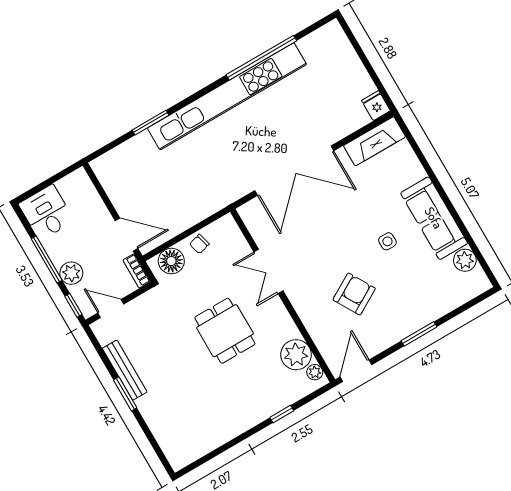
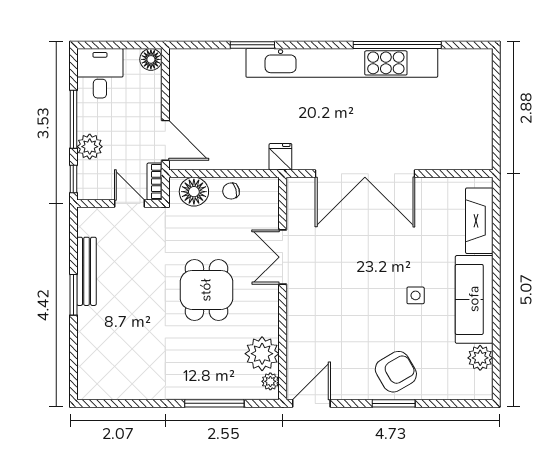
fridge: (376, 106) -> (280, 157), moved
fireplace: (375, 141) -> (479, 221), moved, turned 90
floor lamp: (79, 179) -> (151, 59), added
armchair: (354, 294) -> (396, 372), moved
door: (111, 309) -> (129, 203), moved
window: (282, 414) -> (214, 403), width x2.17

